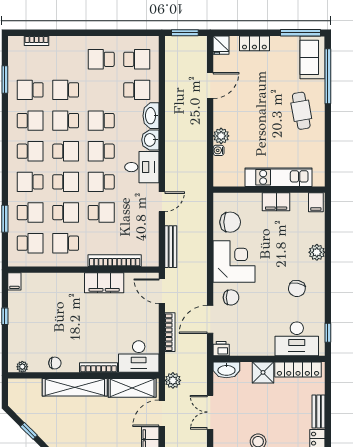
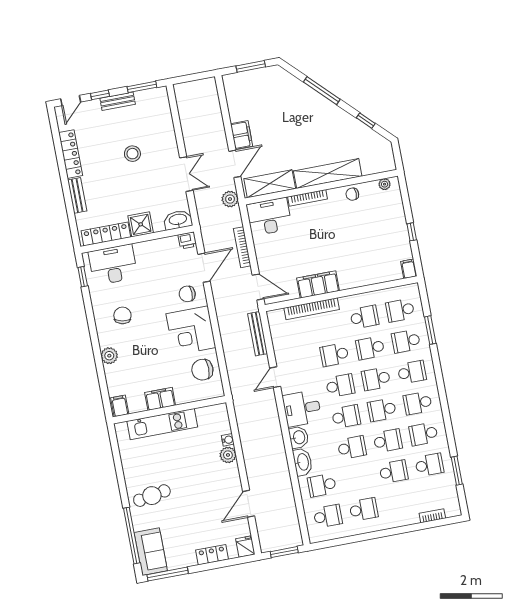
school desk: (137, 59) -> (328, 516), turned 180
cafe table: (301, 111) -> (152, 496), turned 90

